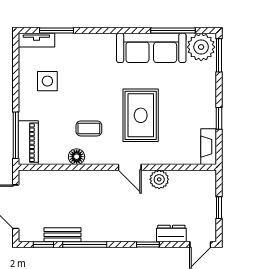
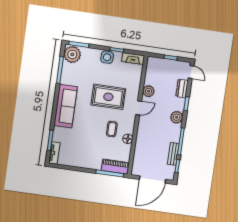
sofa: (151, 48) -> (66, 106), moved
side table: (47, 81) -> (107, 57), moved
plant: (123, 232) -> (177, 117), added

